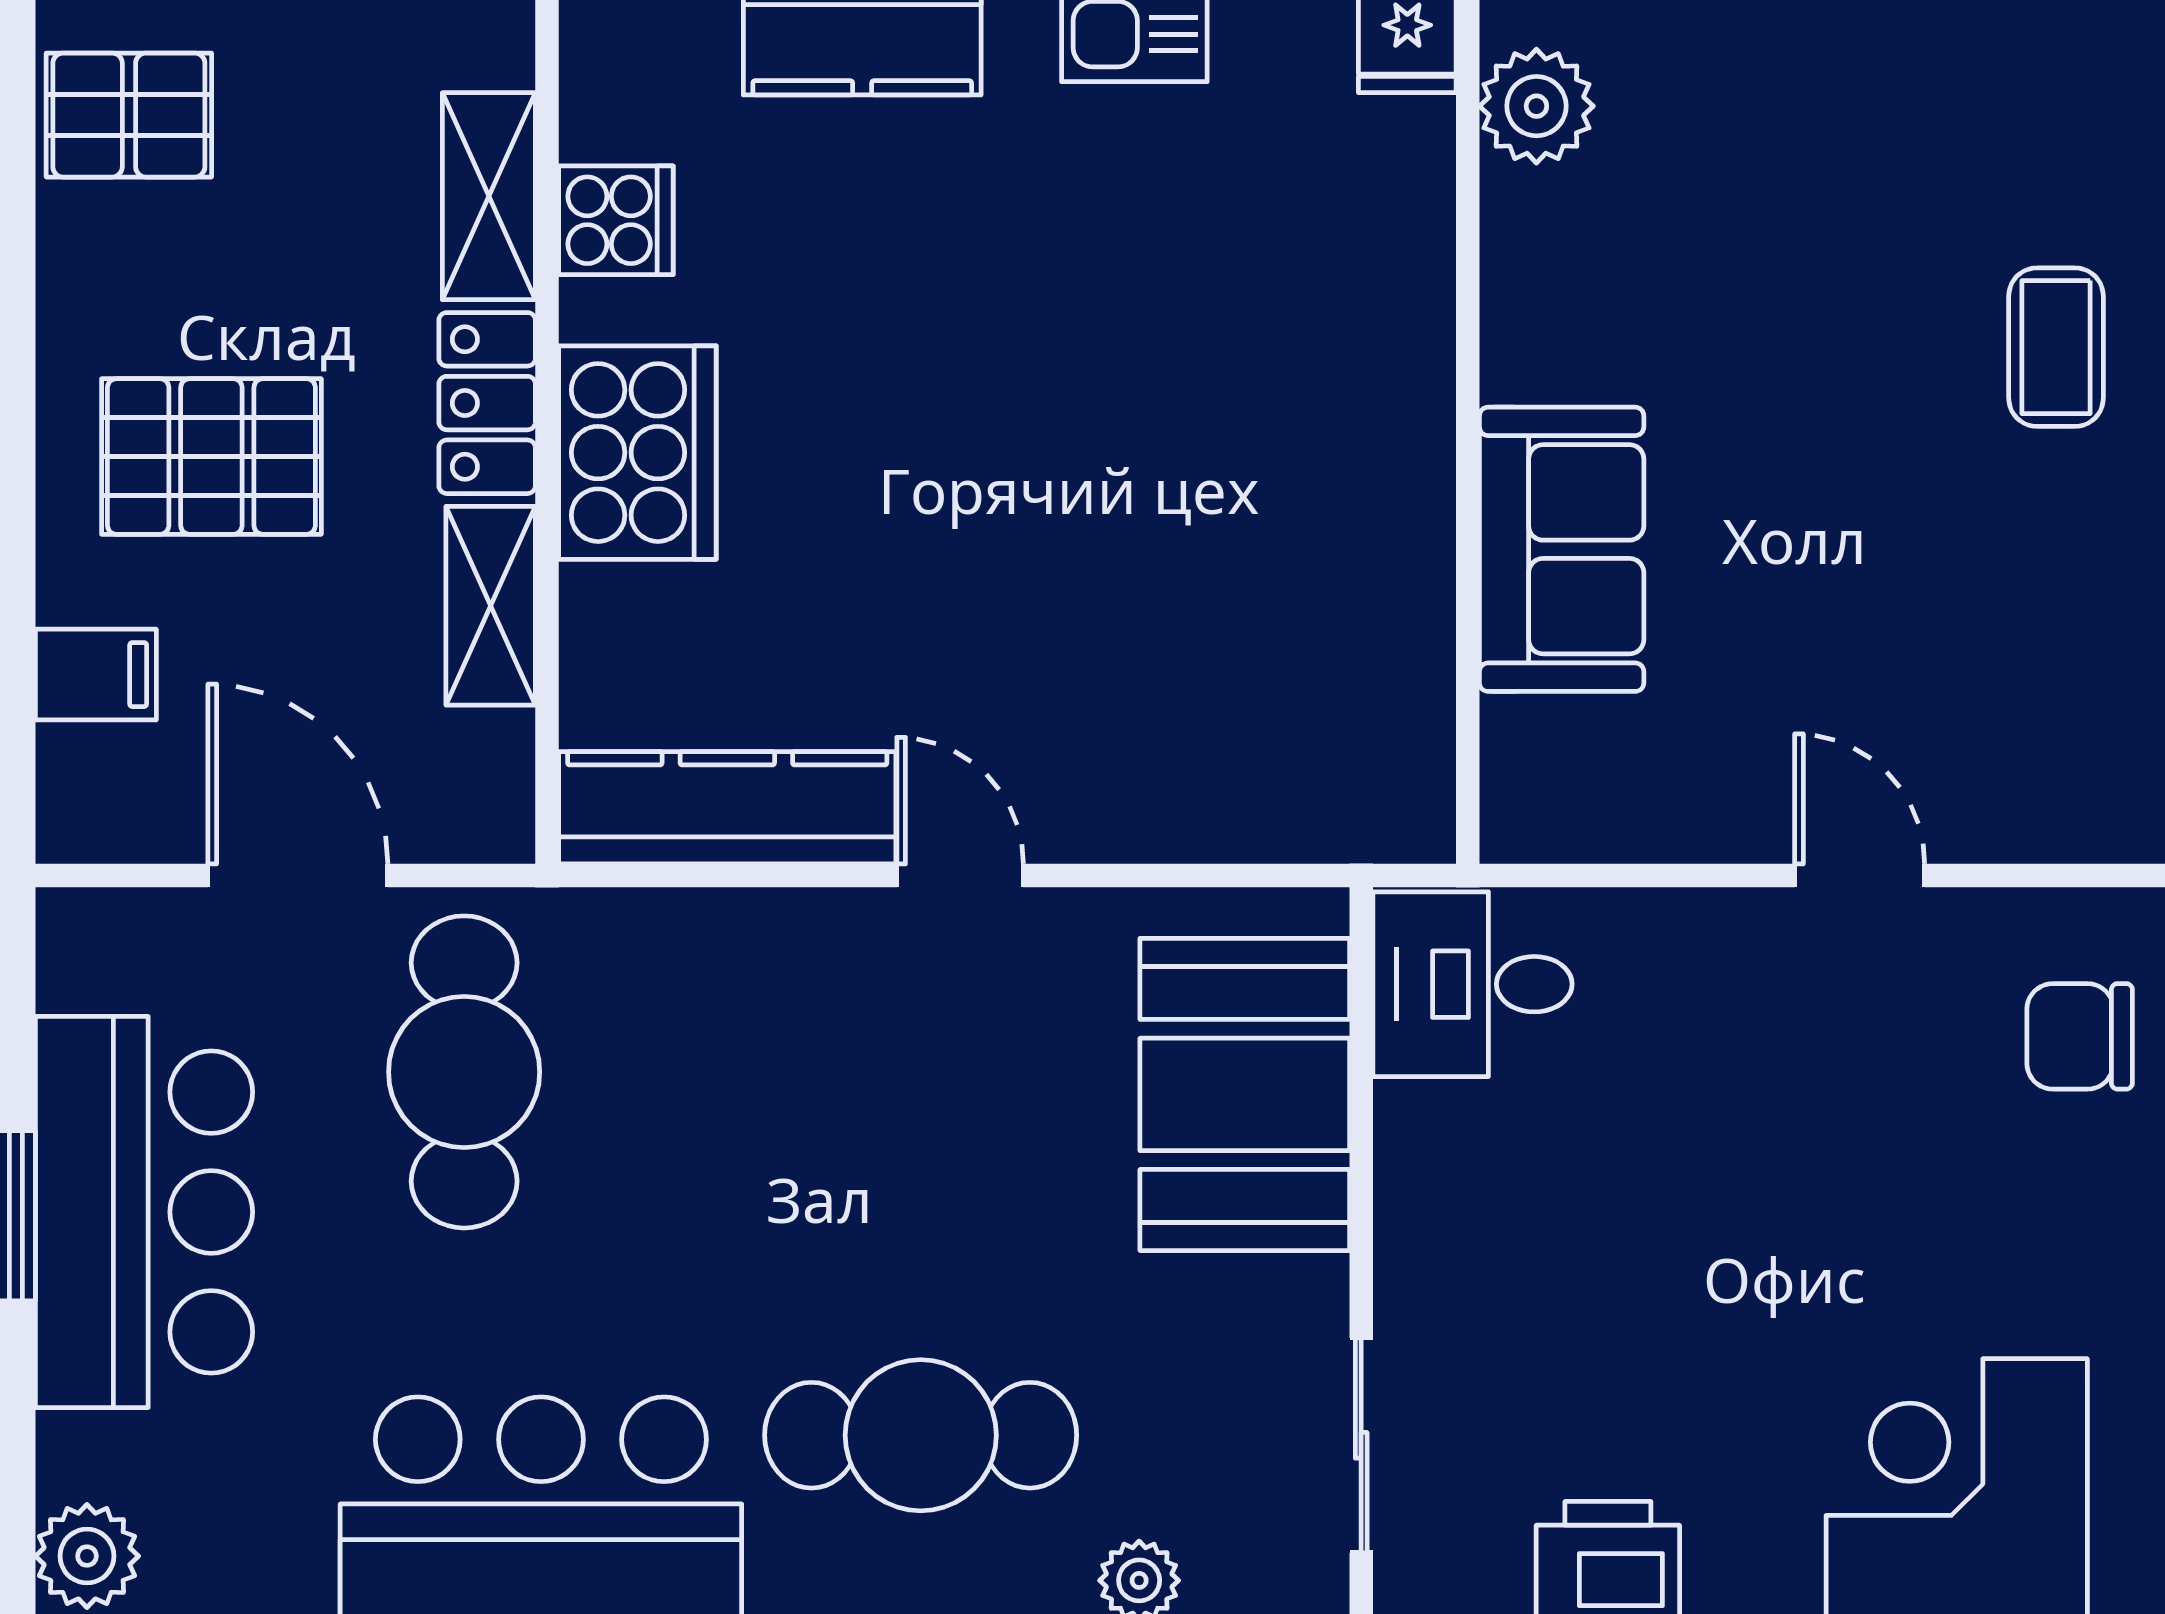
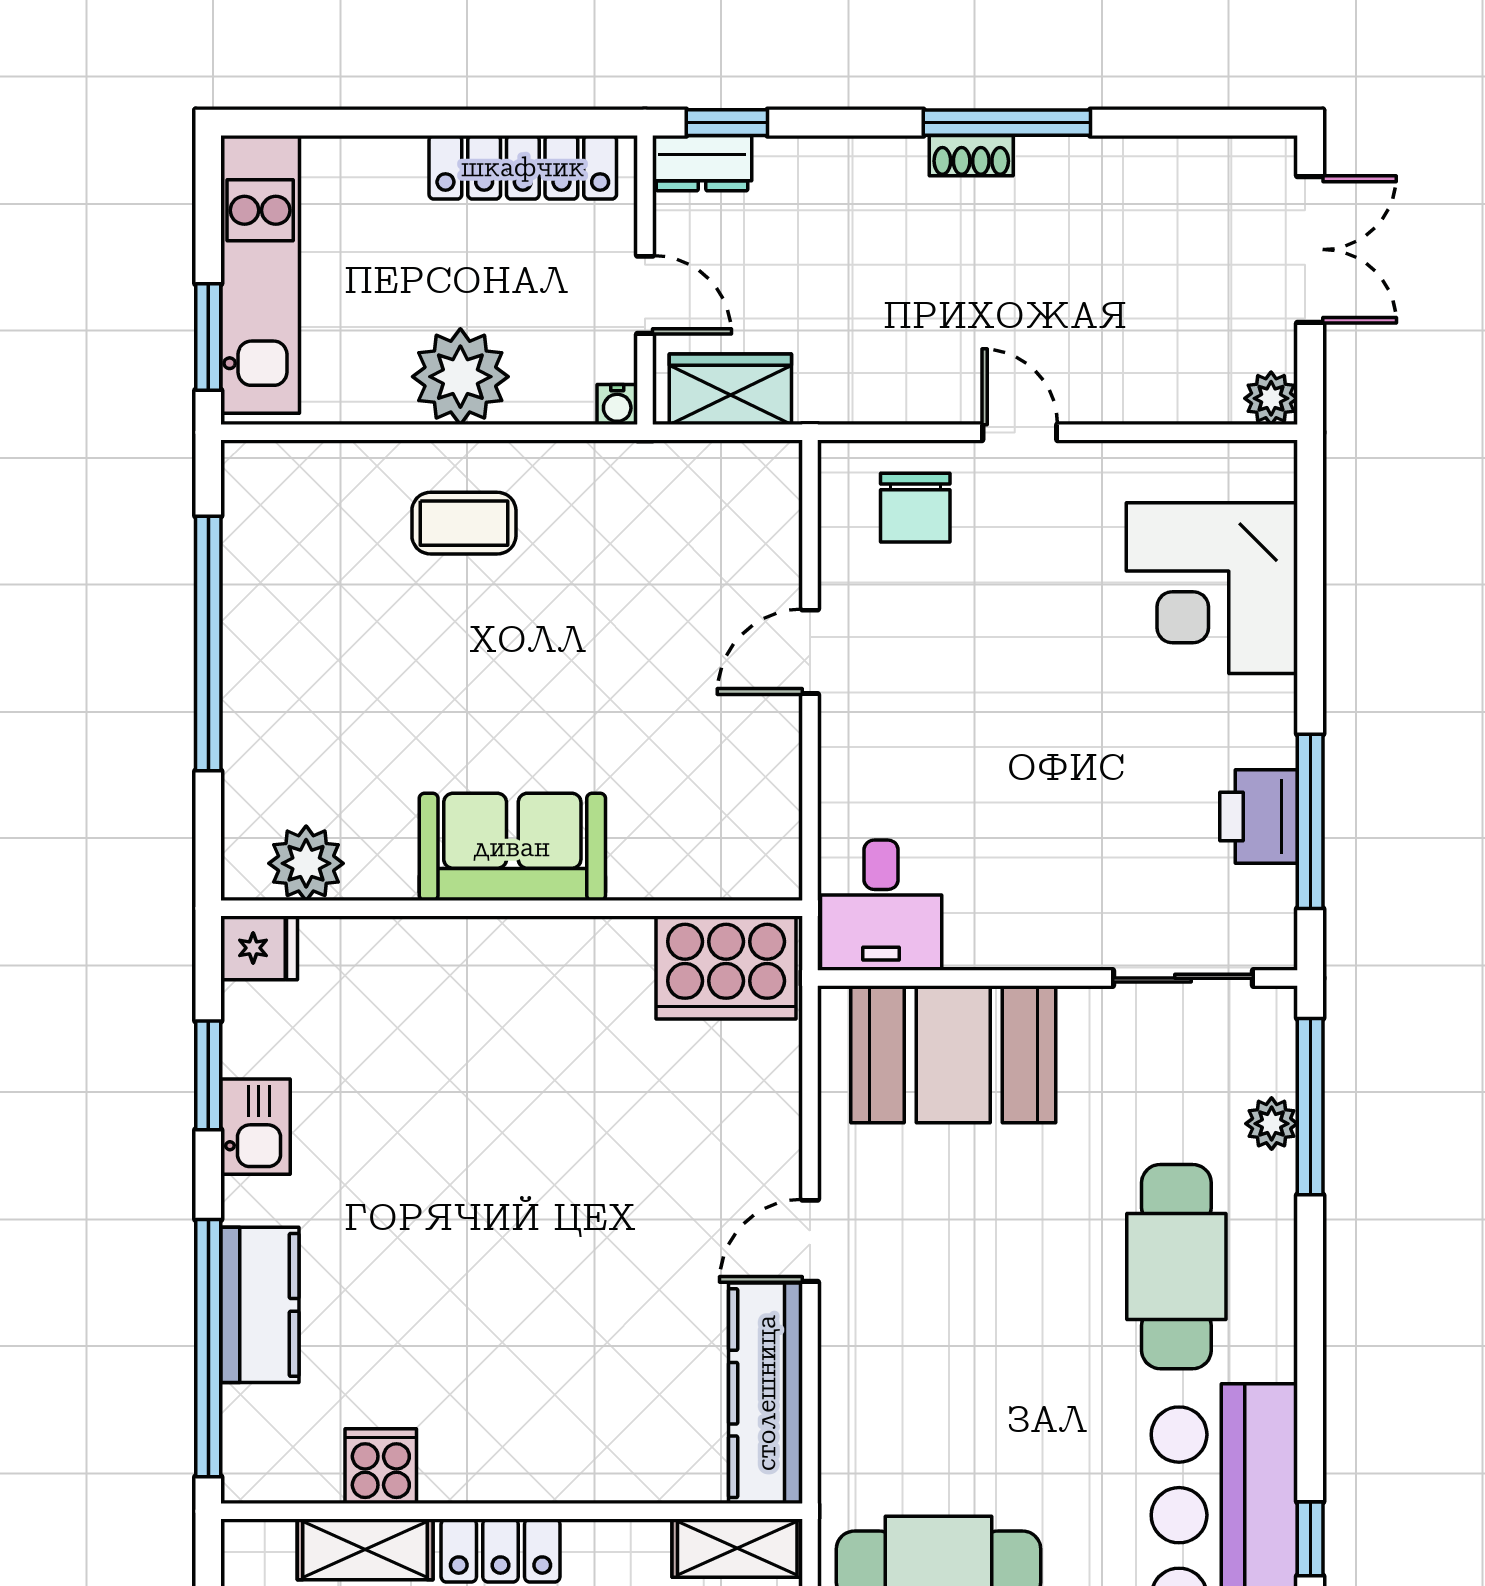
cooker: (637, 453) -> (726, 968), moved, turned 180
sofa: (1562, 549) -> (512, 847), moved
shelving: (491, 606) -> (737, 1548), moved

